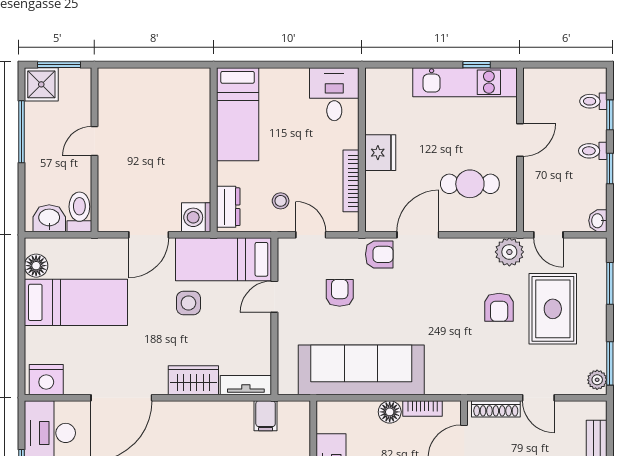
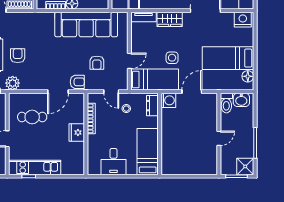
desk: (334, 94) -> (113, 162), moved
armchair: (379, 254) -> (77, 82), turned 180

